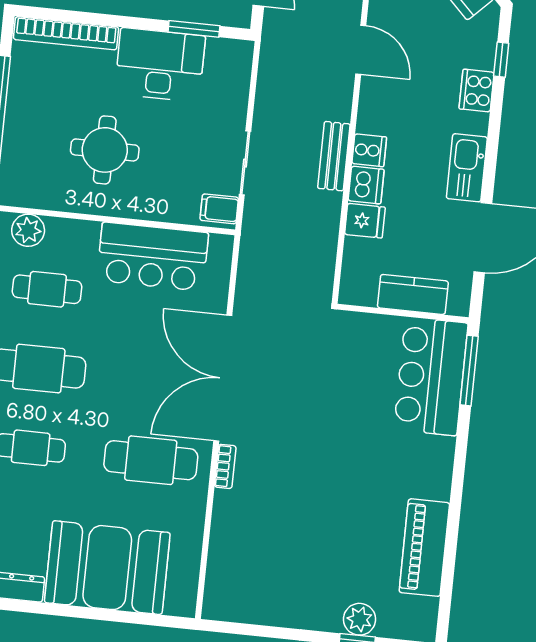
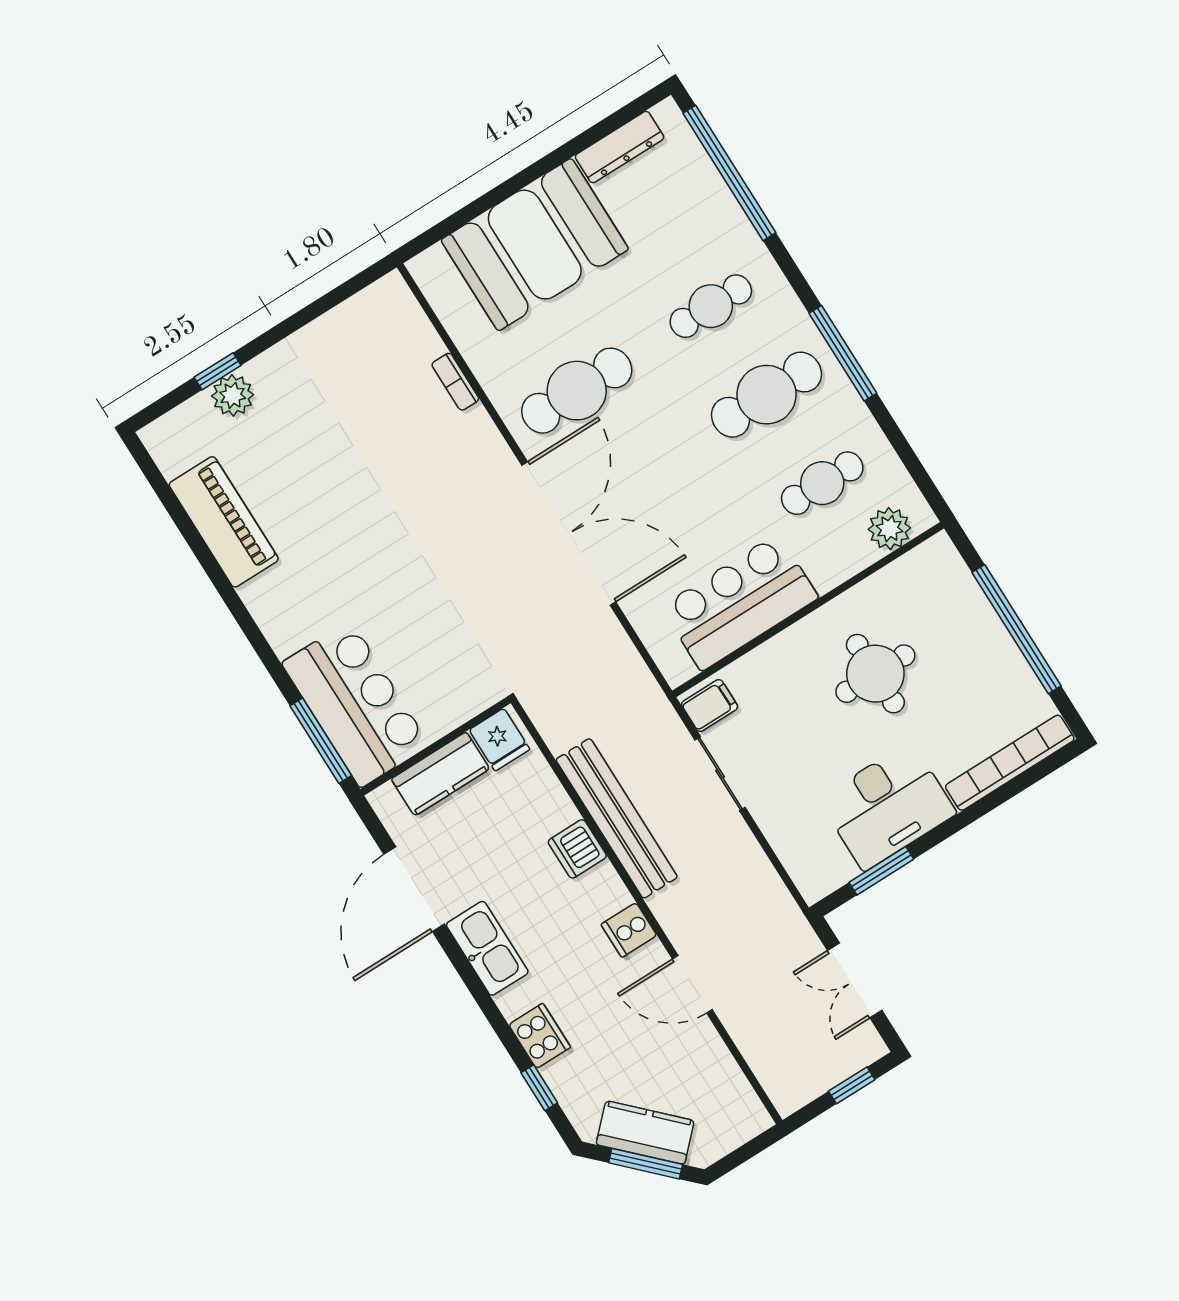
cooker: (369, 150) -> (629, 930), moved
bench: (334, 156) -> (617, 818), width x1.86, depth x1.21
fridge: (365, 221) -> (499, 740), moved, turned -90
bookcase: (225, 466) -> (455, 382), moved

